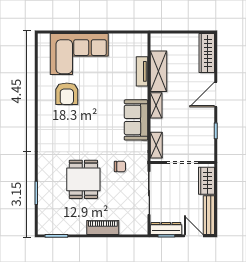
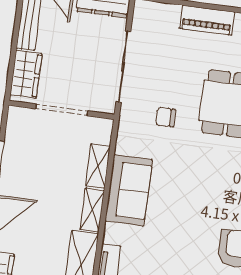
shelving: (156, 145) -> (98, 166), moved

